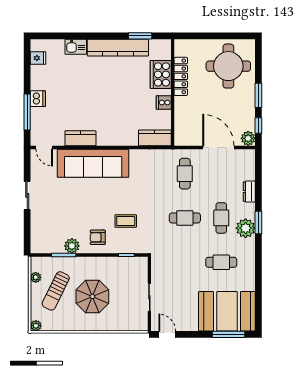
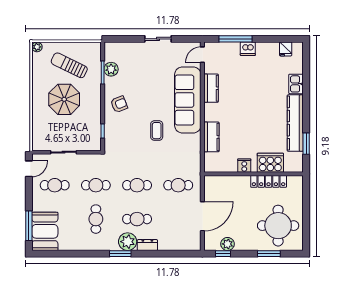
window: (258, 95) -> (269, 254), moved
kitchen counter: (155, 138) -> (211, 137), moved
plant: (248, 138) -> (227, 244), moved
dresser: (249, 192) -> (147, 245), moved
cafe table: (185, 218) -> (137, 185), turned 90
coffee table: (126, 221) -> (157, 131), moved
window: (258, 223) -> (120, 254), moved
armchair: (98, 237) -> (119, 104), turned 68
plant: (72, 246) -> (111, 69), moved
cafe table: (185, 262) -> (96, 185), added
plant: (36, 277) -> (82, 47), removed
cafe table: (185, 307) -> (55, 185), added
booth: (227, 311) -> (45, 231), width x0.73, depth x0.70

